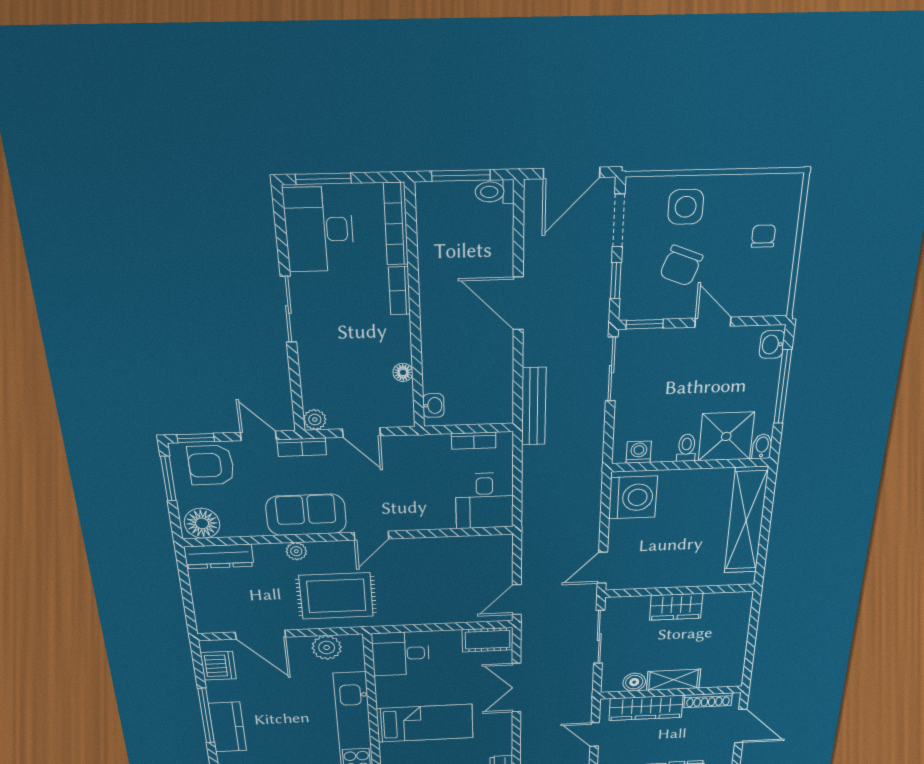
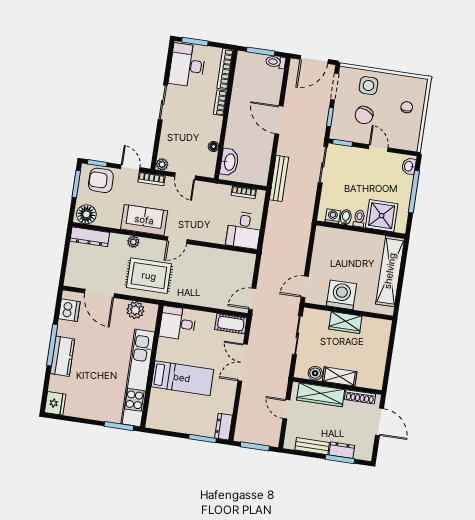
washbasin: (433, 406) -> (229, 162), width x1.91, depth x1.45
bidet: (762, 446) -> (346, 217), moved
washing machine: (633, 497) -> (342, 295), moved, turned -90

